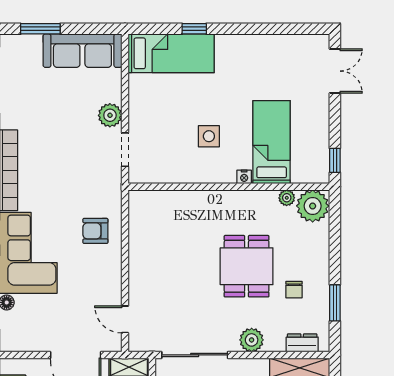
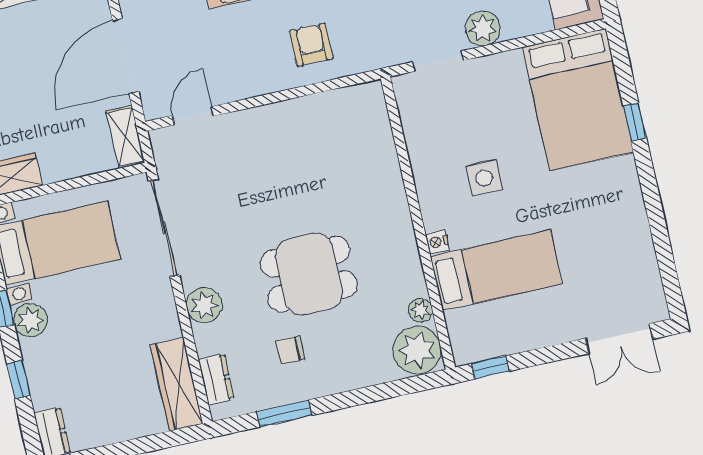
bed: (171, 53) -> (578, 100), width x1.50

